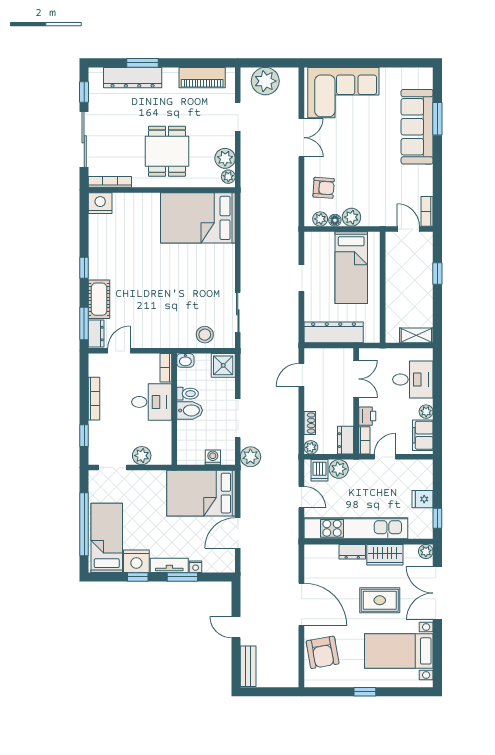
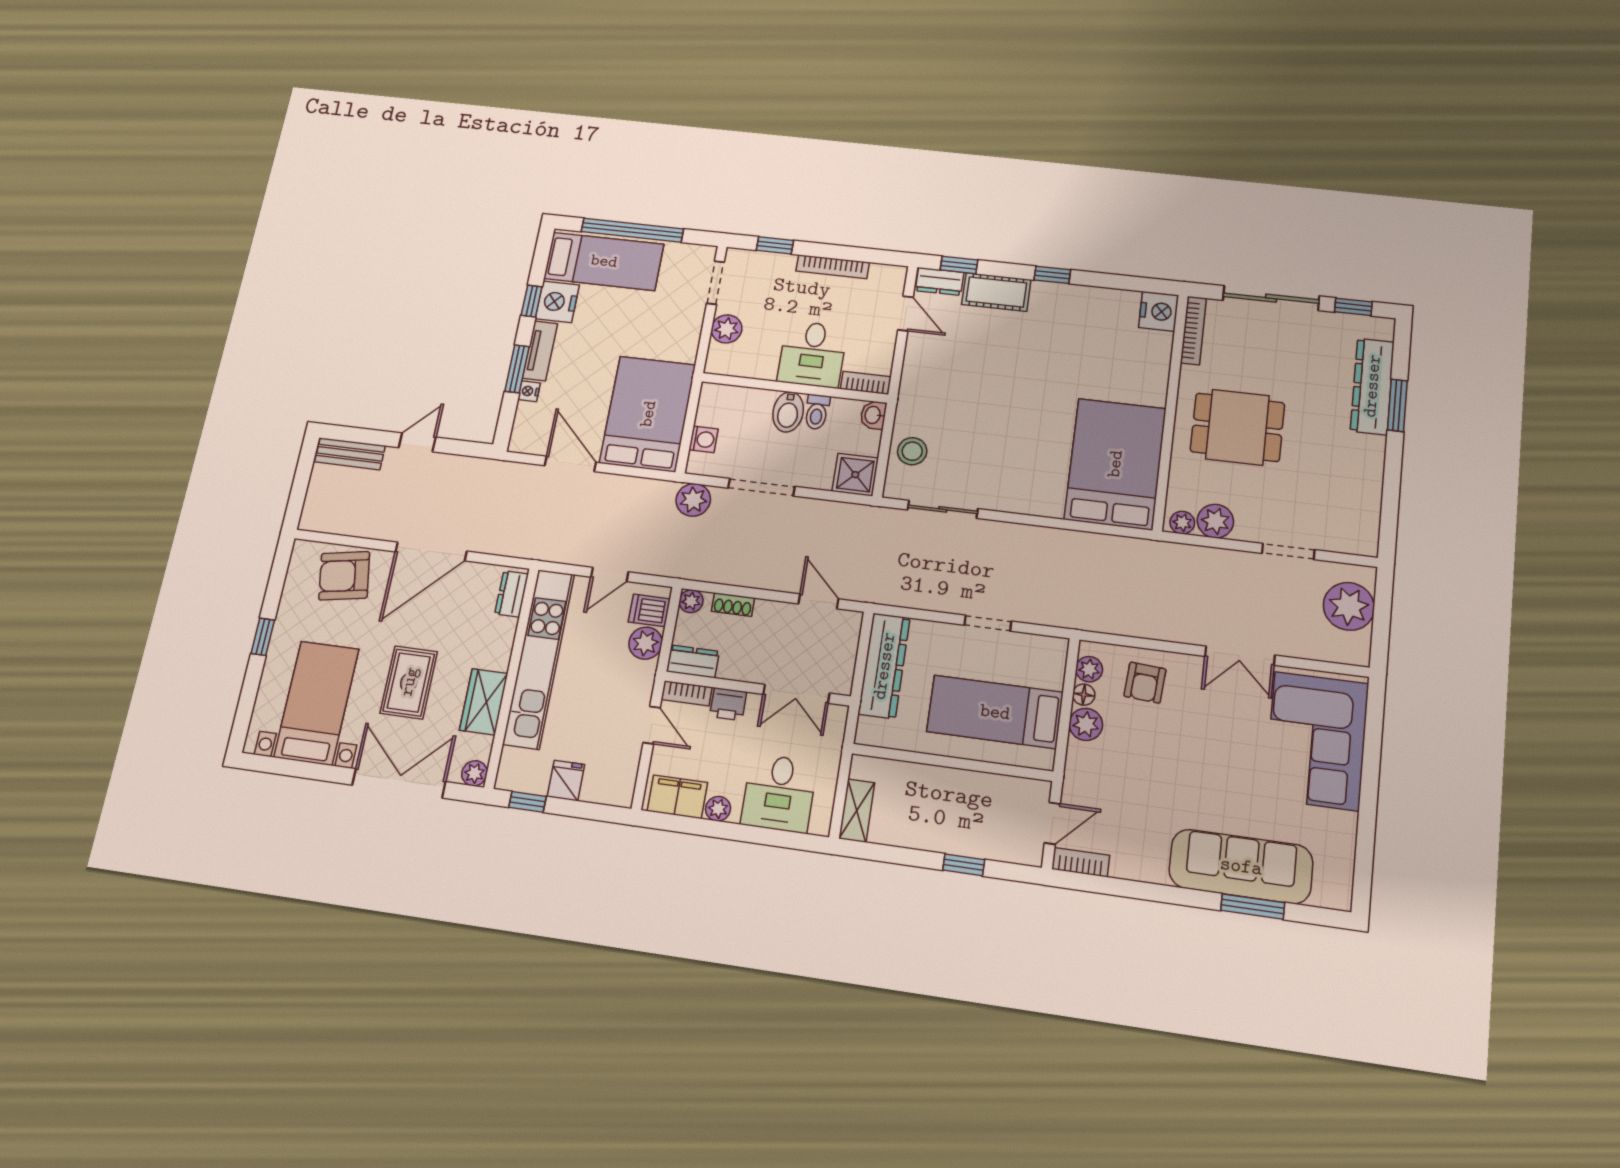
piano: (202, 78) -> (1364, 500), removed
window: (84, 324) -> (959, 265), width x0.67
dresser: (352, 552) -> (512, 594), moved

